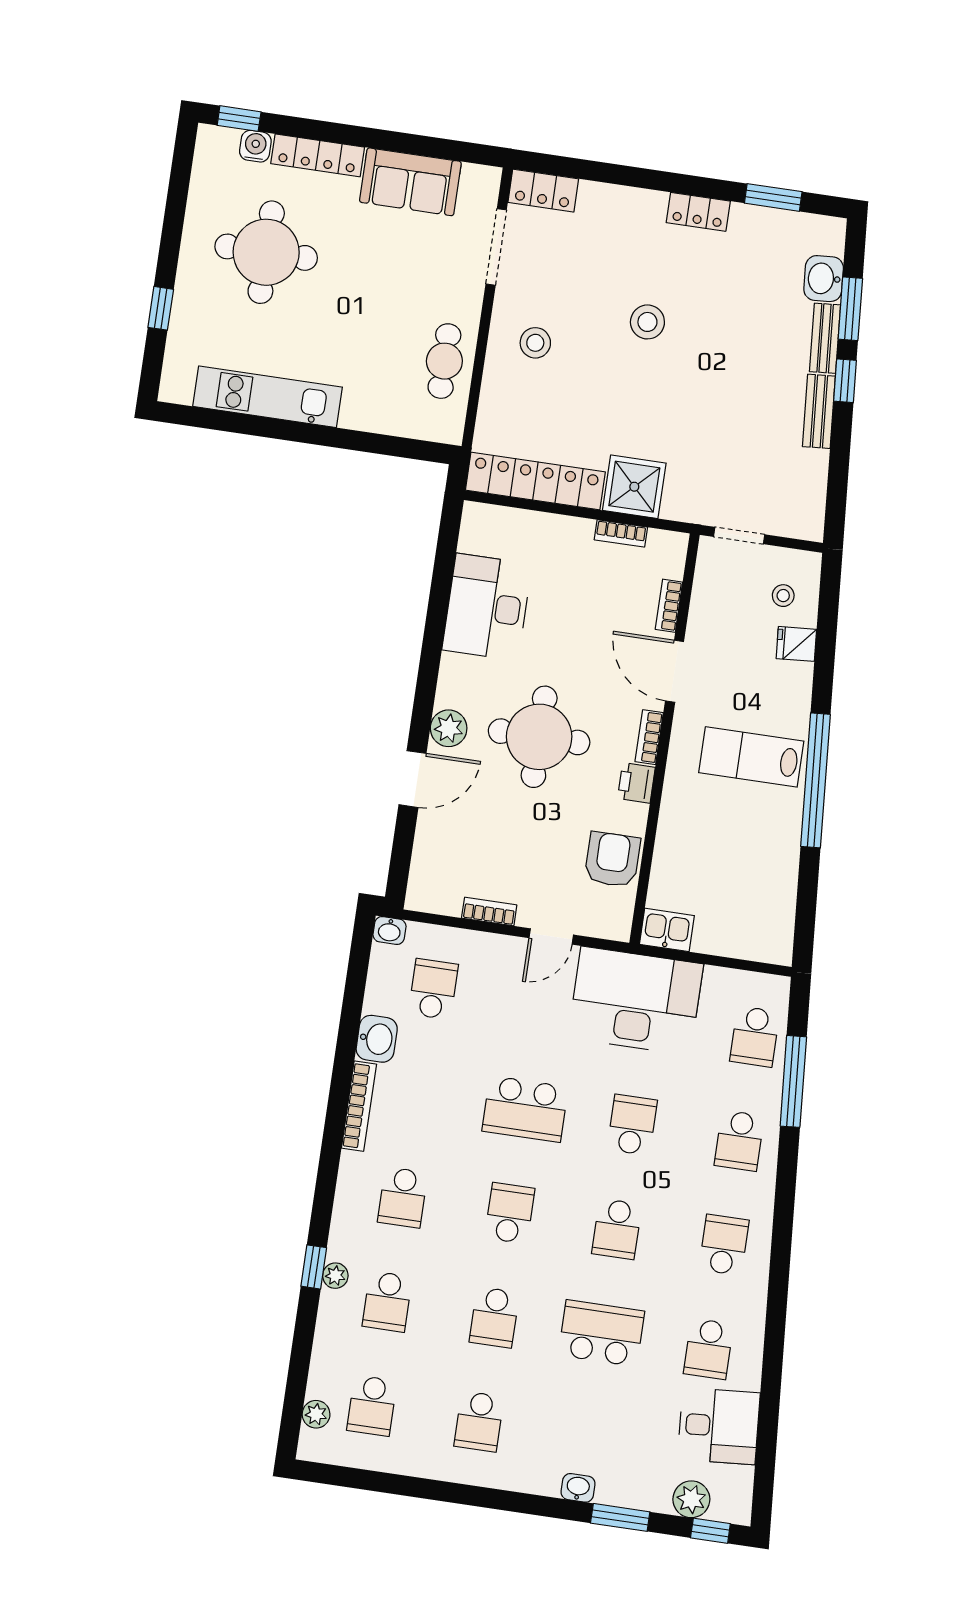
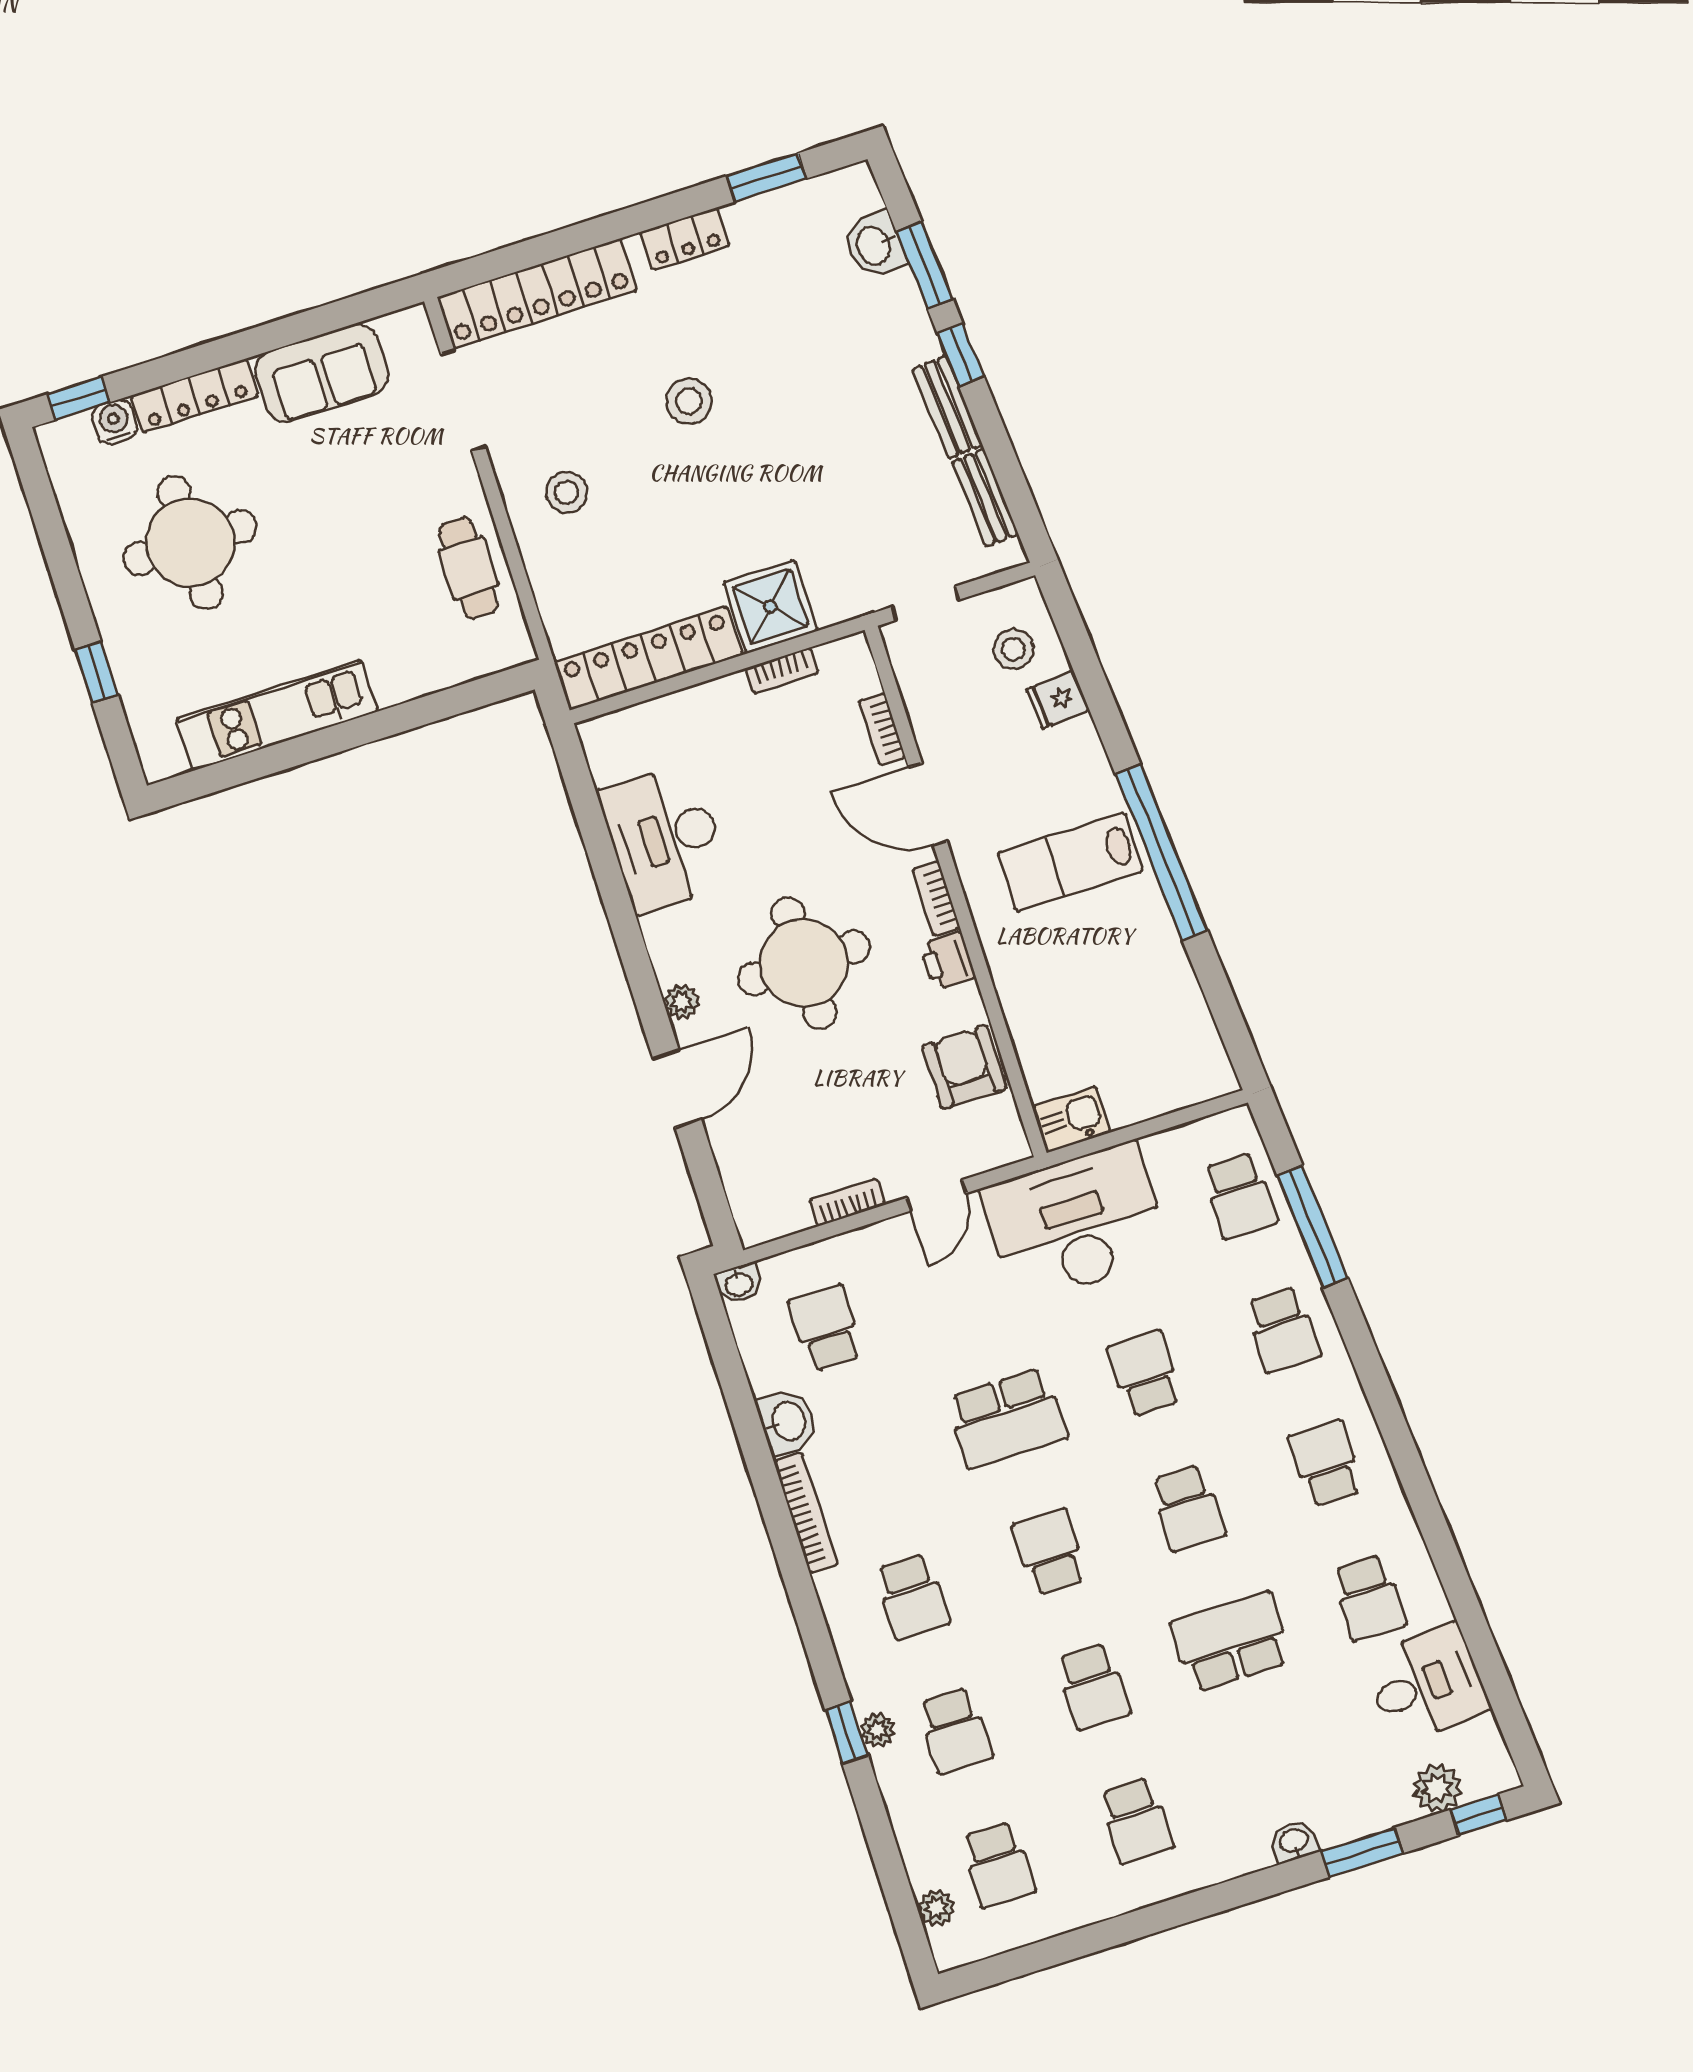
locker: (543, 191) -> (537, 294), width x2.16, depth x1.21
bench: (825, 338) -> (985, 498), moved
stool: (783, 596) -> (1013, 649), width x1.37, depth x1.37
plant: (449, 728) -> (682, 1002), width x0.73, depth x0.73

